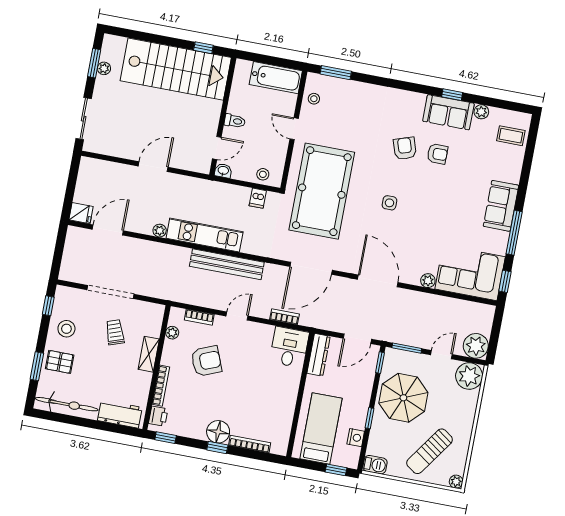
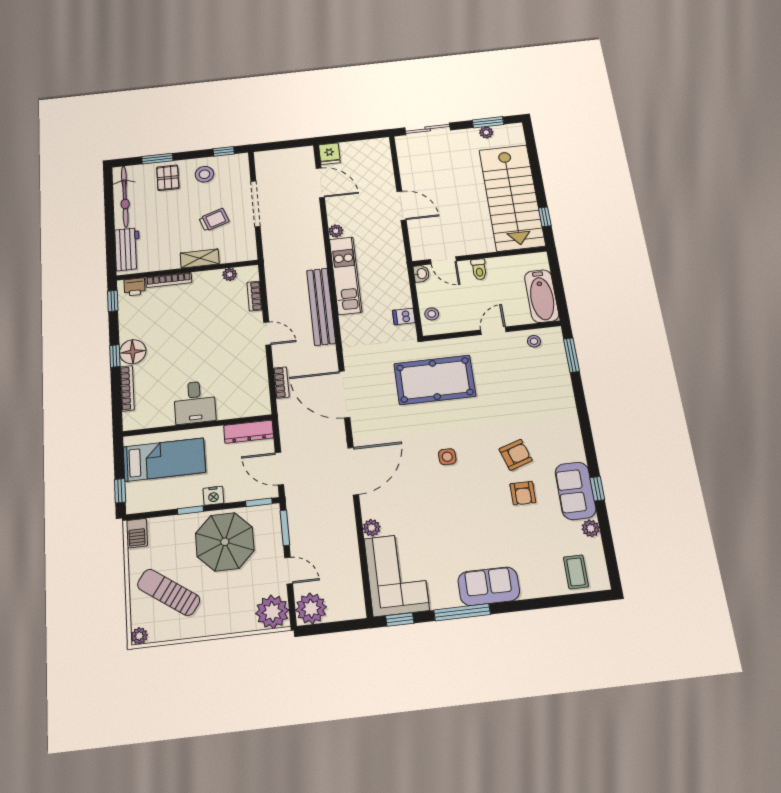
pool table: (322, 191) -> (435, 380), width x0.73, depth x0.76
desk: (289, 347) -> (195, 402), moved, turned 90
armchair: (206, 361) -> (208, 317), removed
nightstand: (356, 438) -> (213, 496), moved

